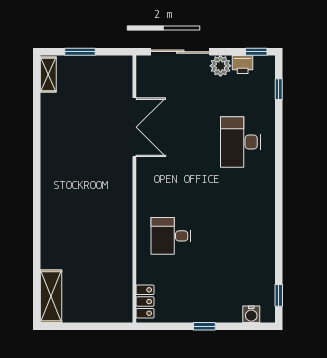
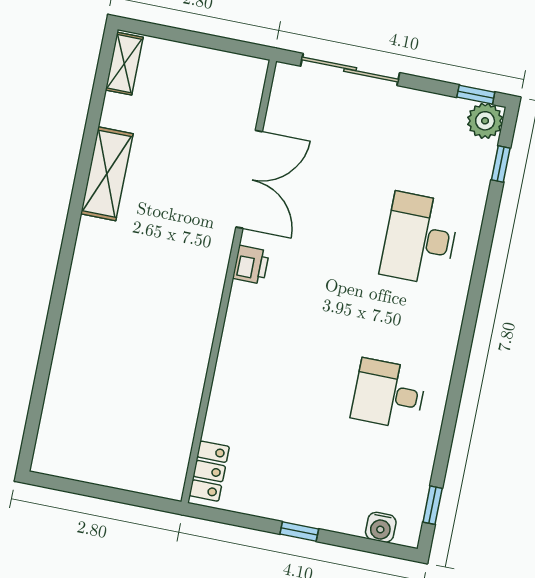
window: (80, 52) -> (184, 36), removed
printer: (243, 64) -> (251, 265), moved, turned -90
plant: (220, 66) -> (485, 121), moved
desk: (171, 236) -> (389, 394), moved
shelving: (51, 296) -> (107, 174), moved

